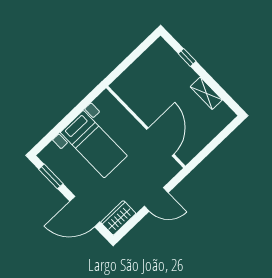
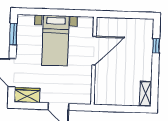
shelving: (206, 93) -> (146, 94), moved
door: (160, 142) -> (94, 51), moved

